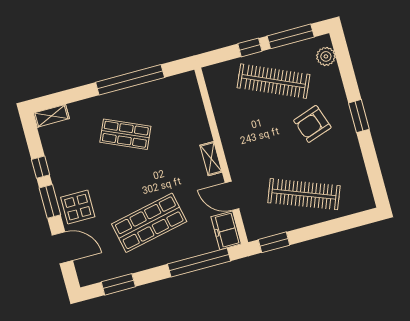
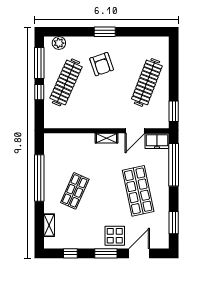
shelving: (51, 116) -> (49, 225), moved
window: (41, 167) -> (70, 253), moved

